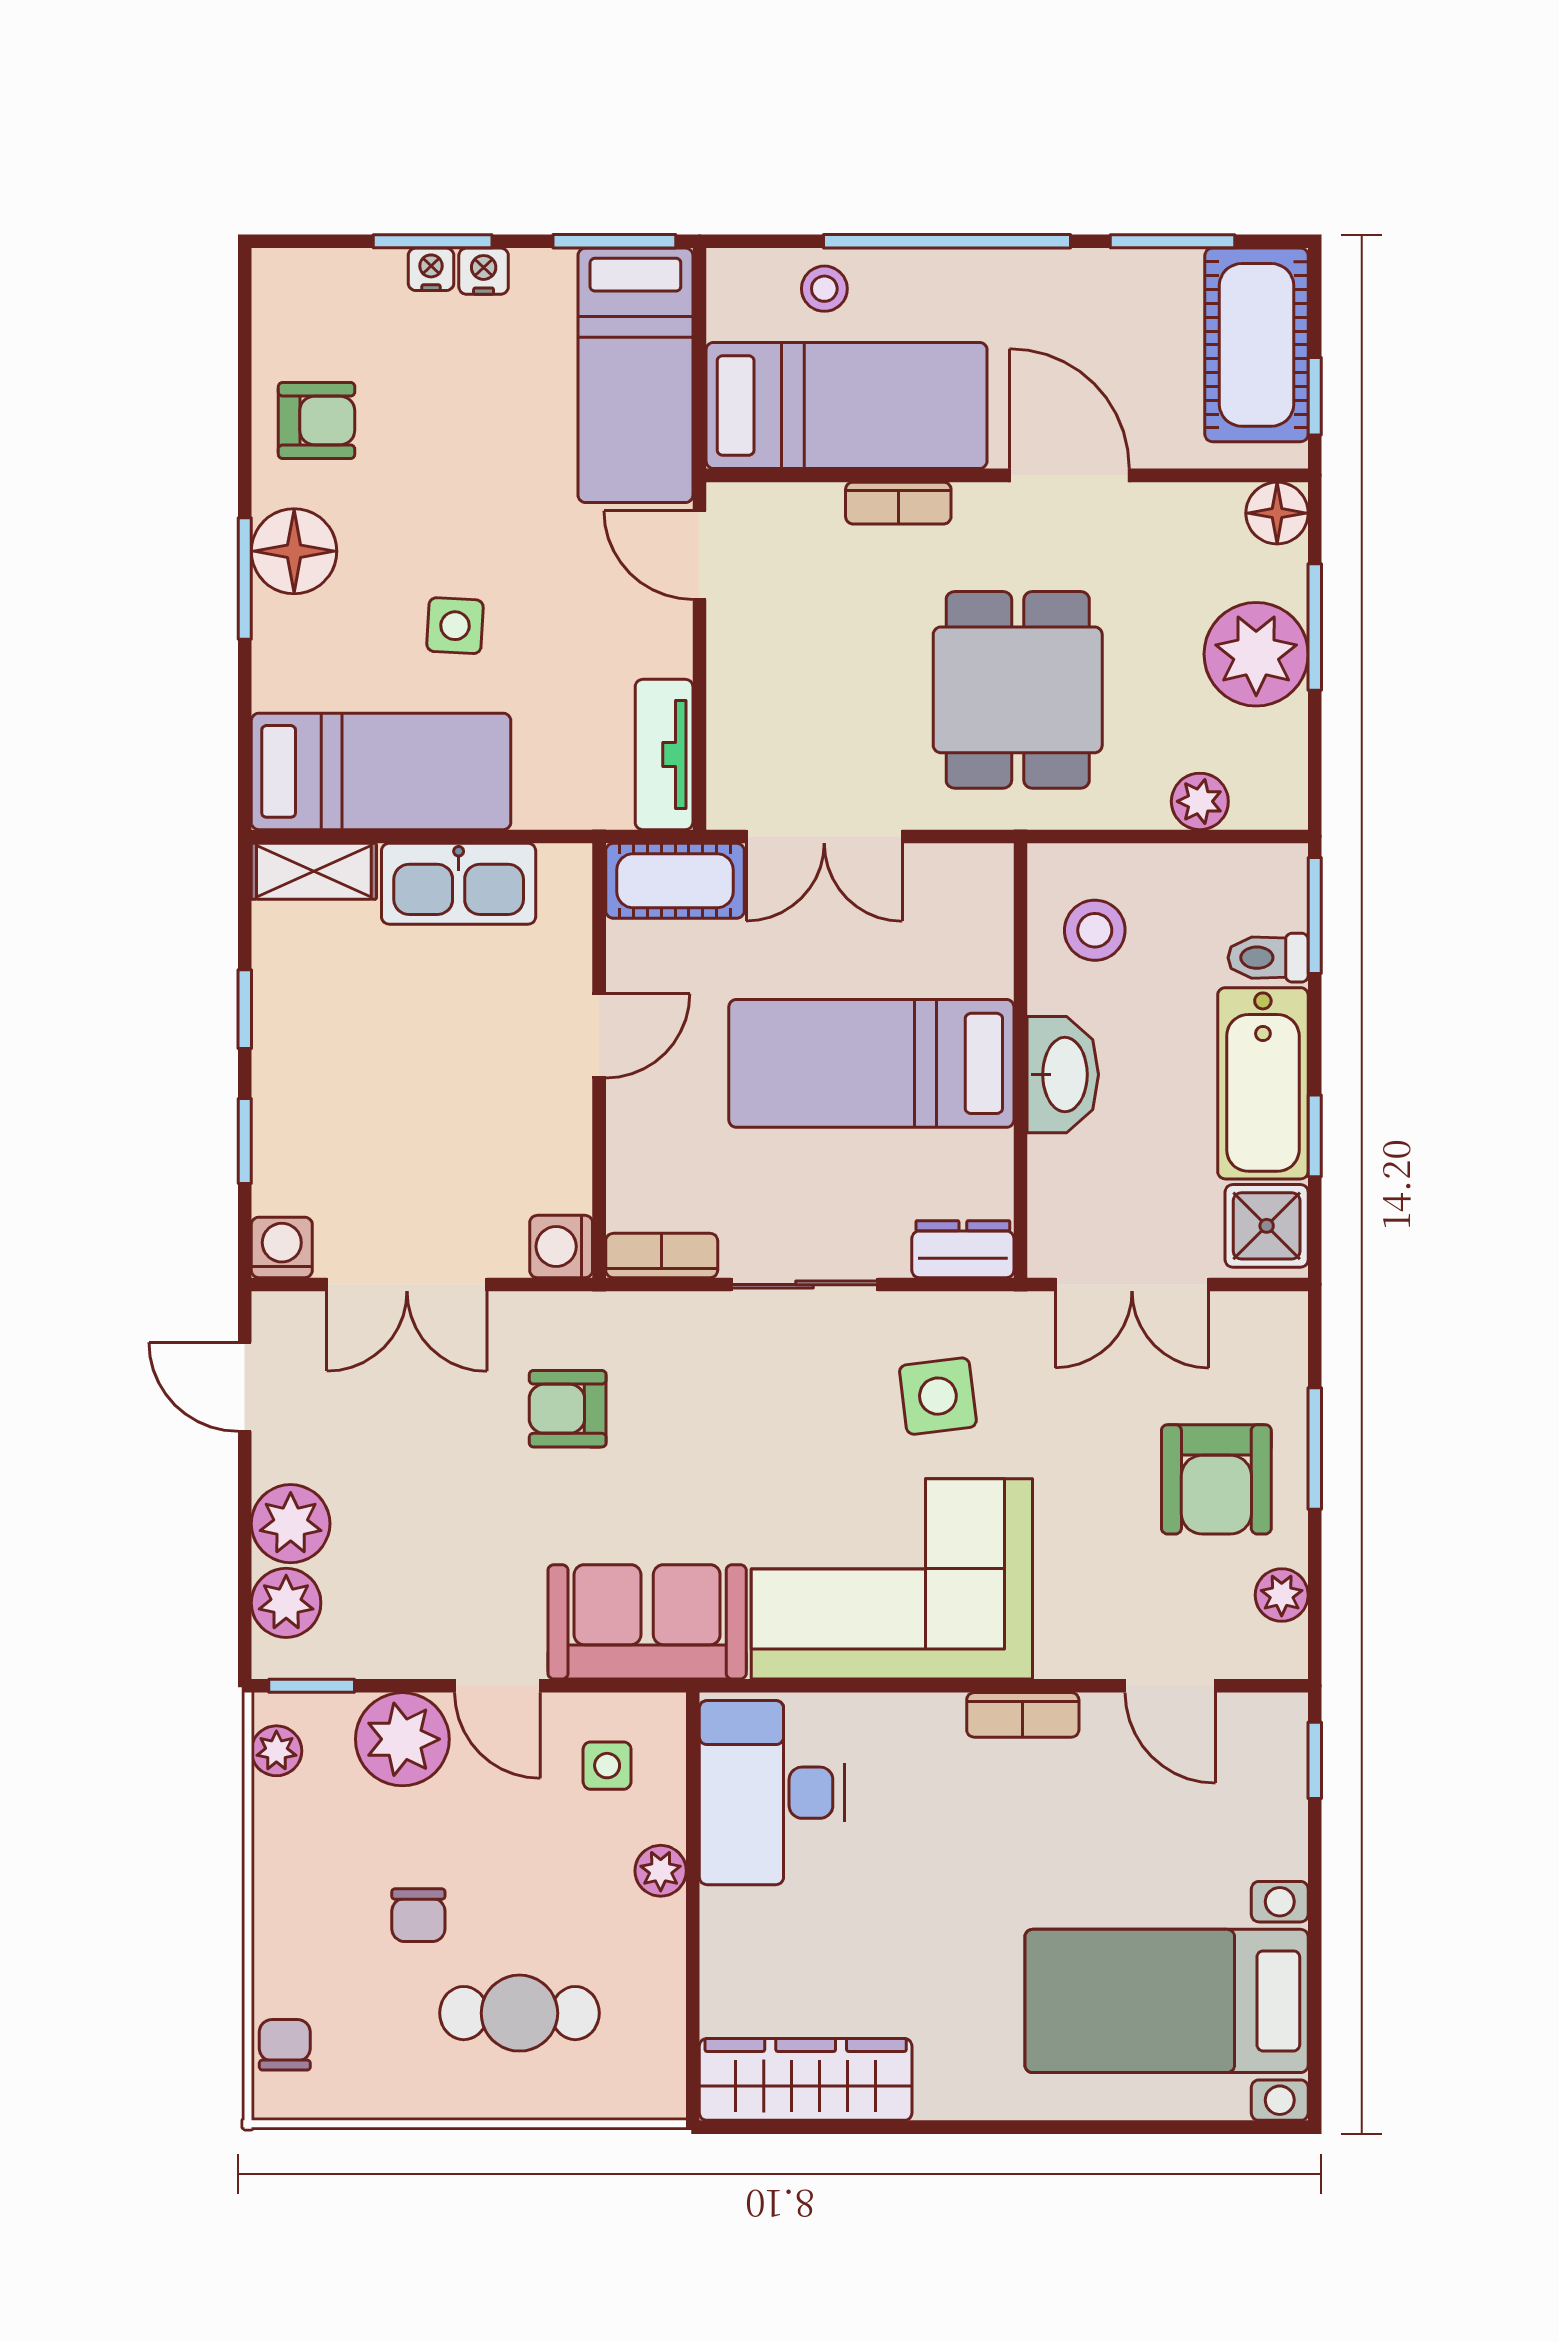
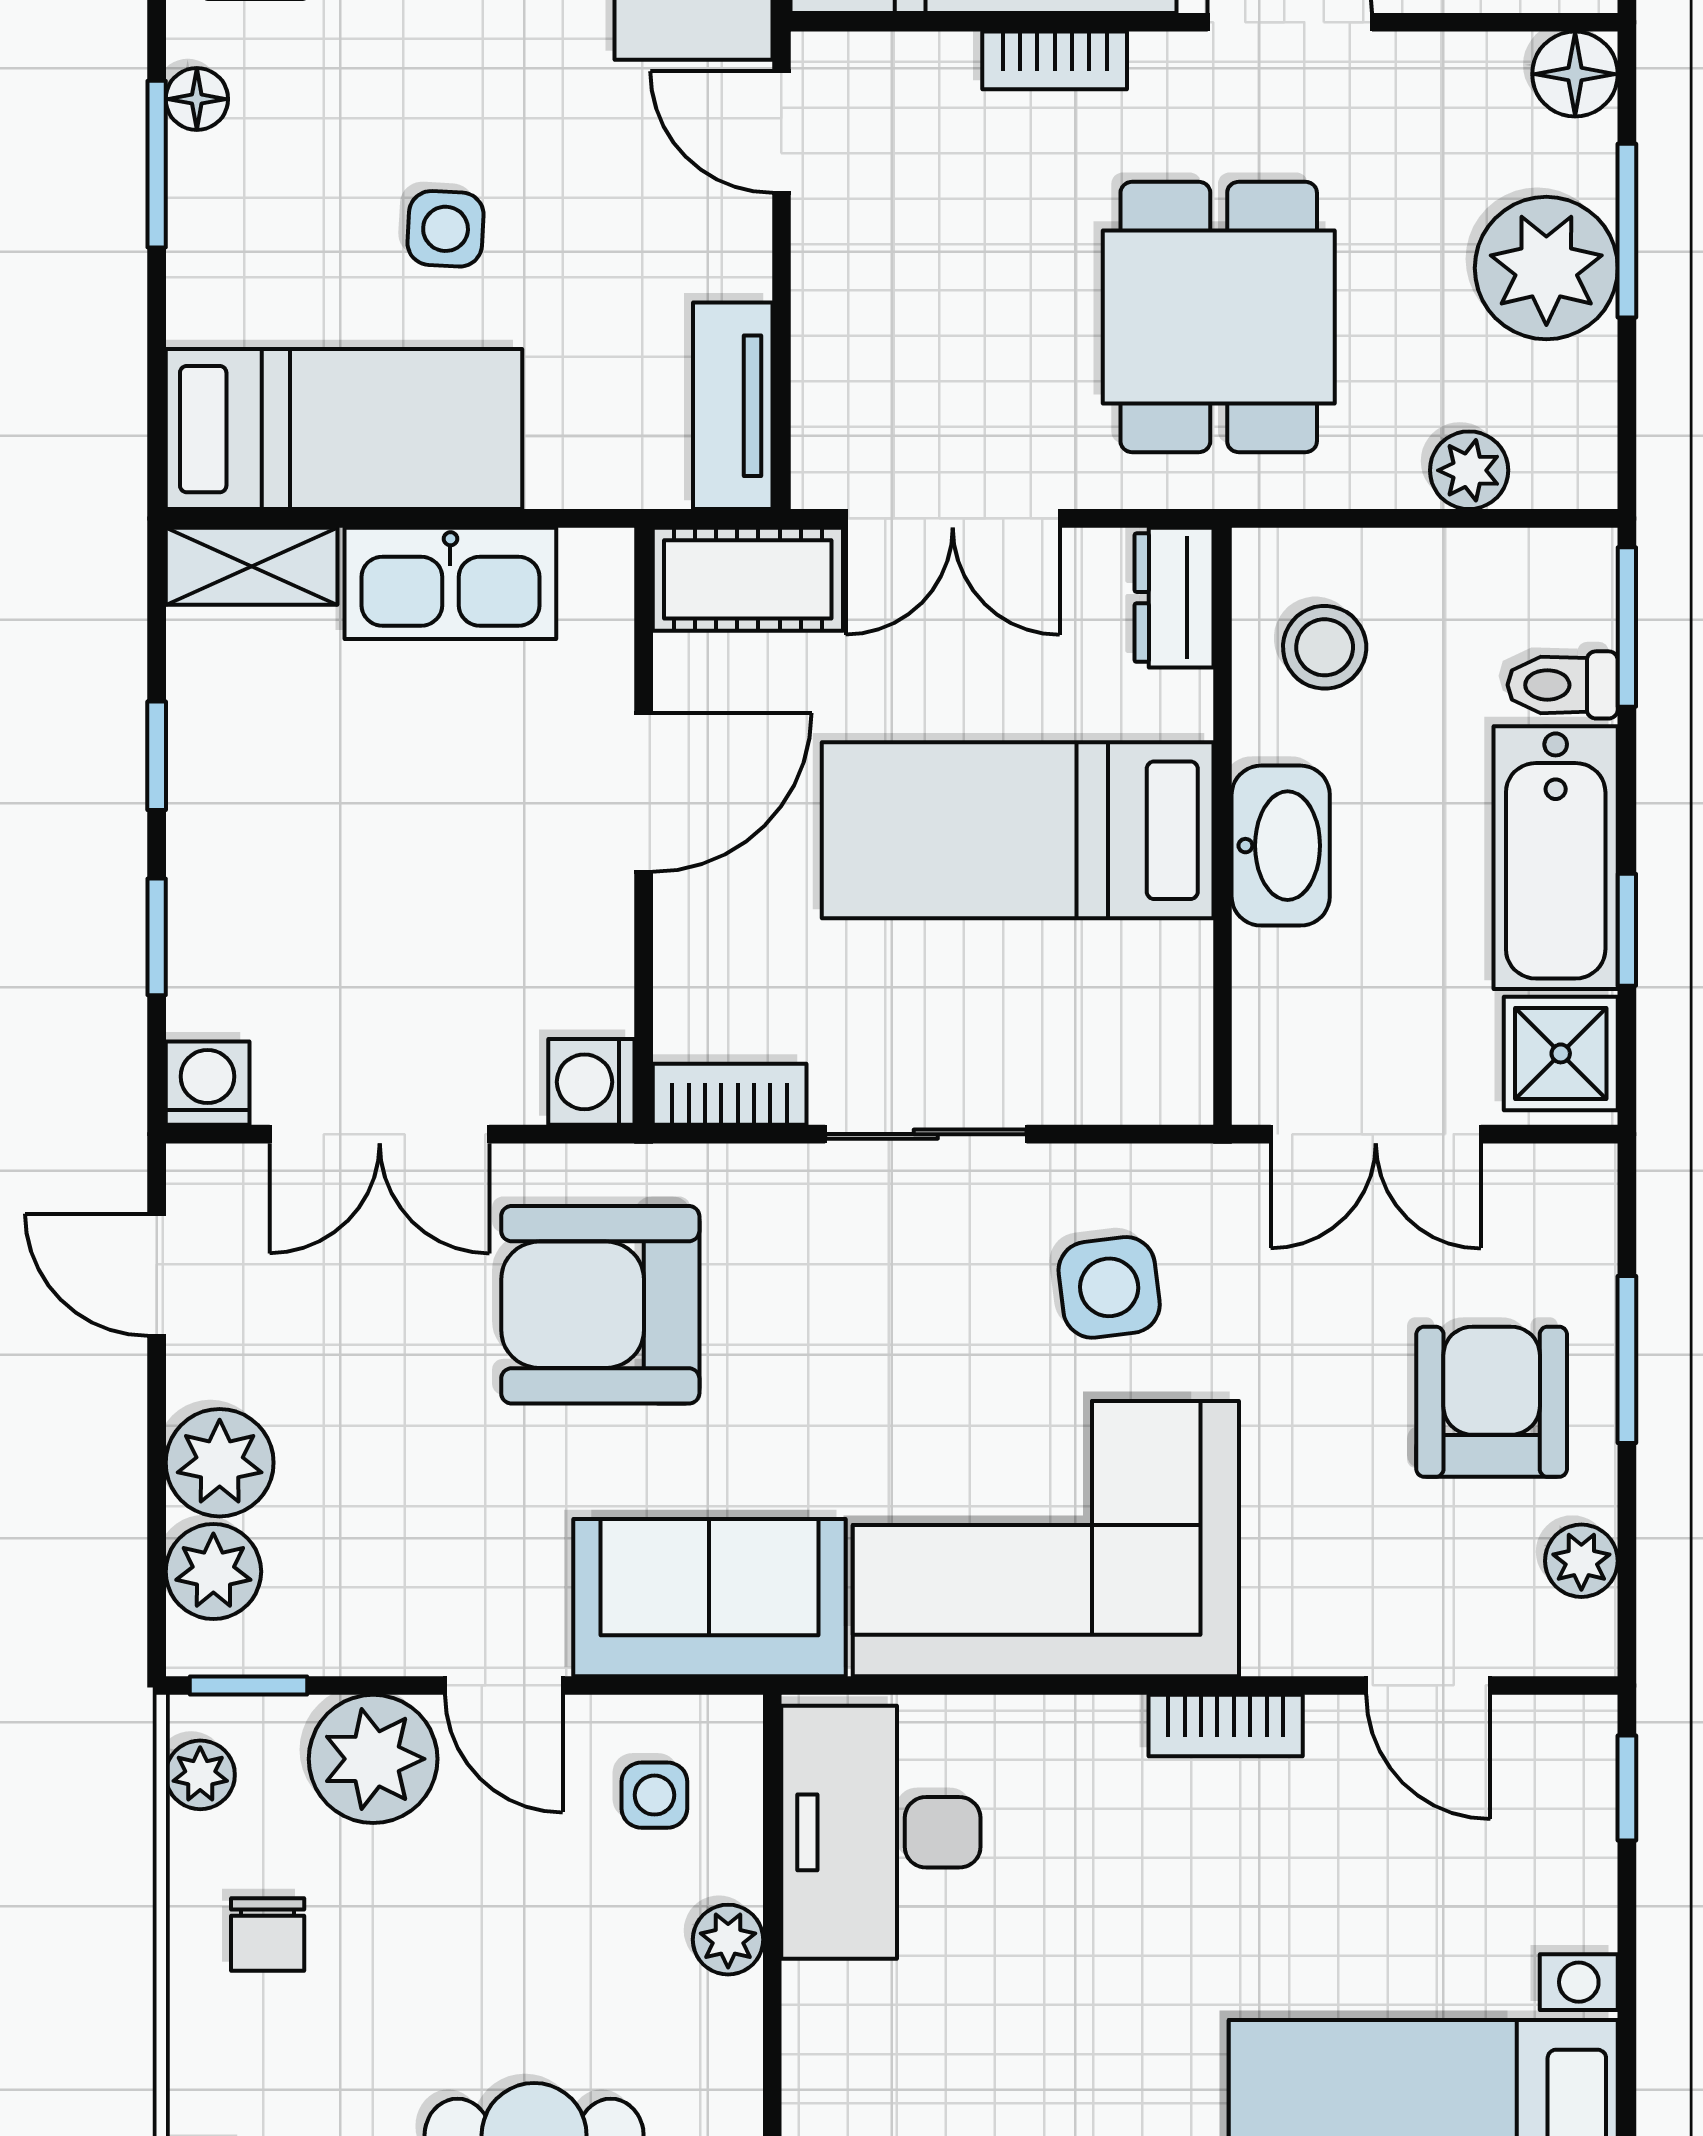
floor lamp: (294, 551) -> (197, 99), width x0.53, depth x0.53
door: (599, 1036) -> (644, 792), width x1.38
dresser: (963, 1249) -> (1174, 598), moved, turned -90
armchair: (568, 1409) -> (600, 1305), width x1.88, depth x1.88
armchair: (1216, 1479) -> (1492, 1402), turned 180
chair: (418, 1915) -> (268, 1934), moved

